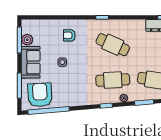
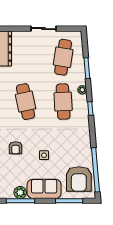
cafe table: (113, 45) -> (25, 102), turned -36
armchair: (40, 95) -> (79, 179), turned -87

